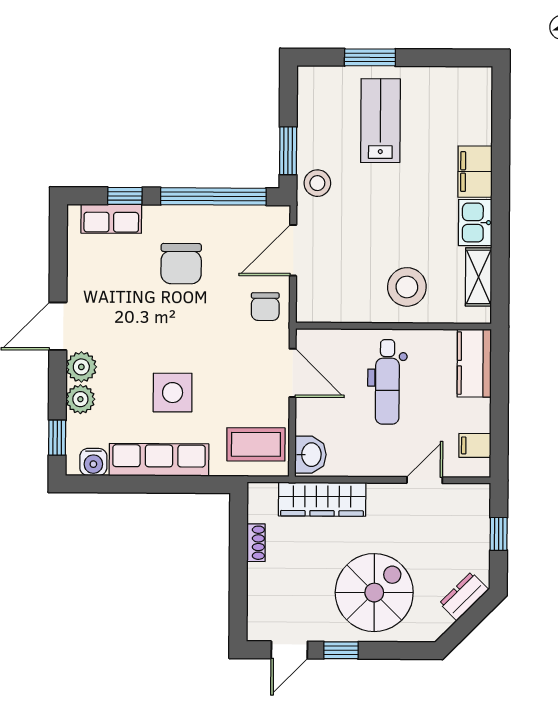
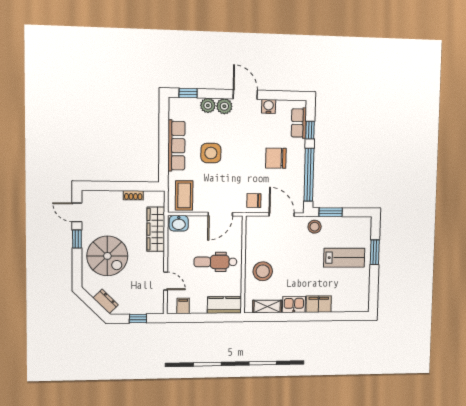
water cooler: (93, 462) -> (269, 106), moved, turned 90

